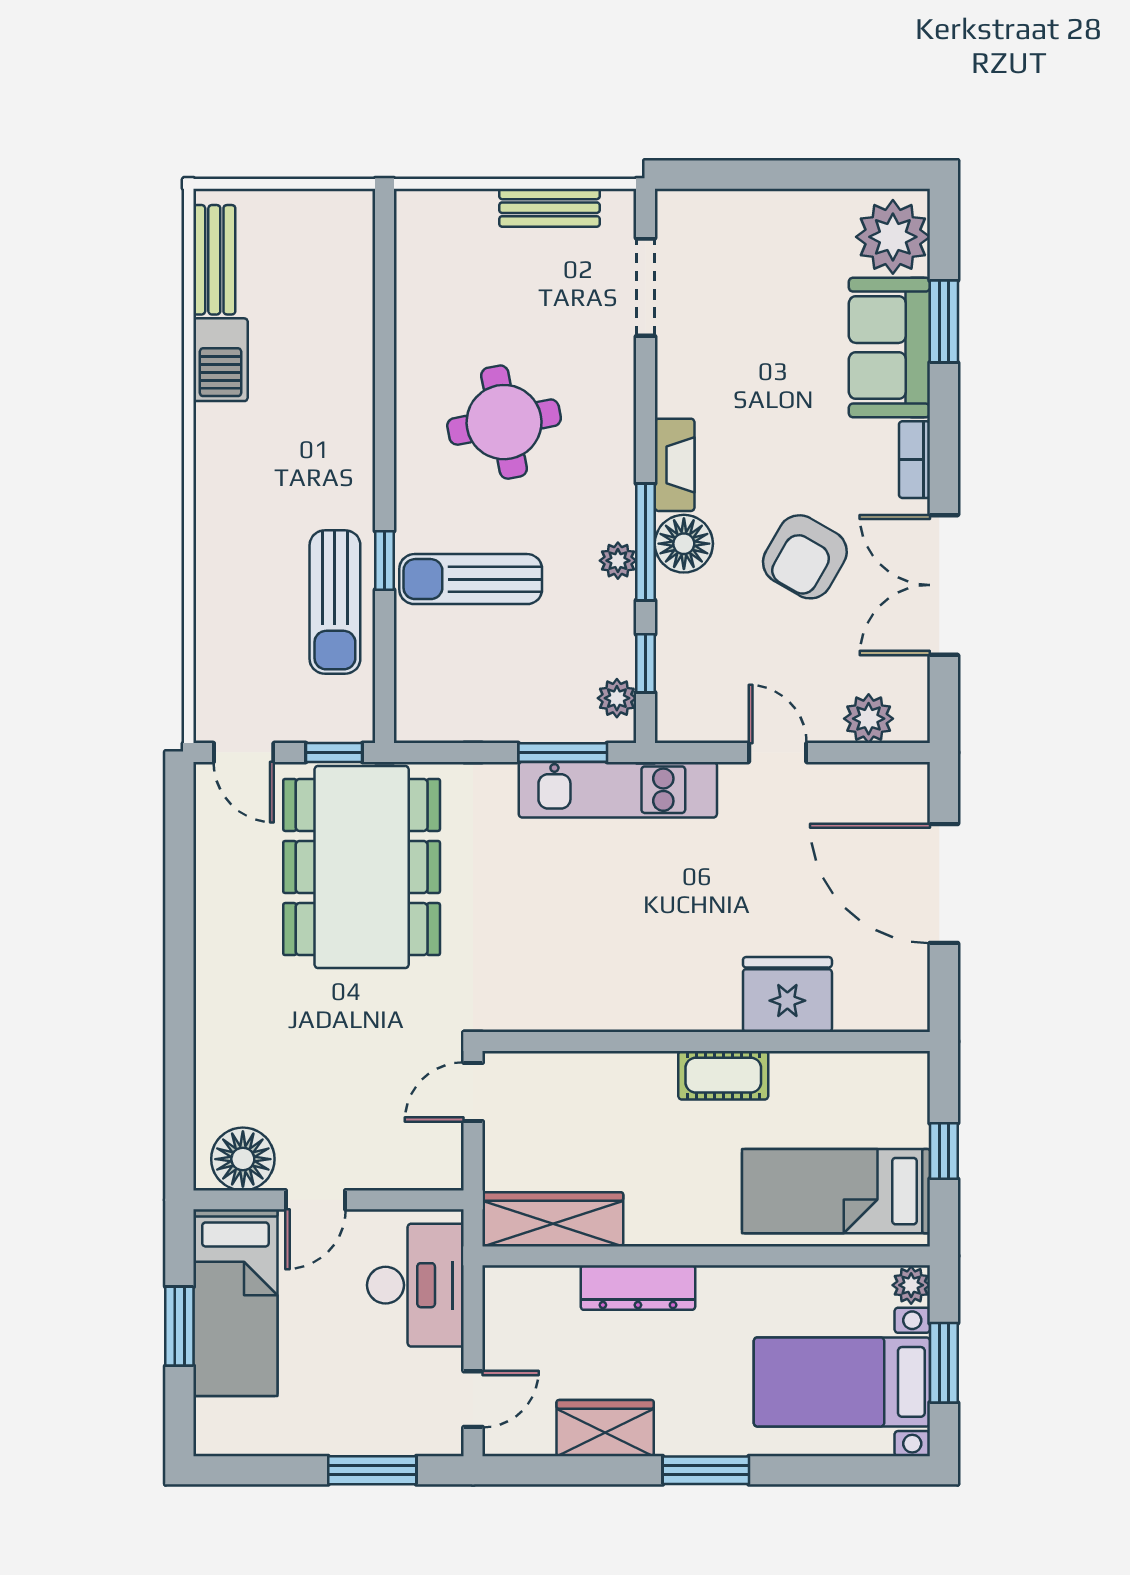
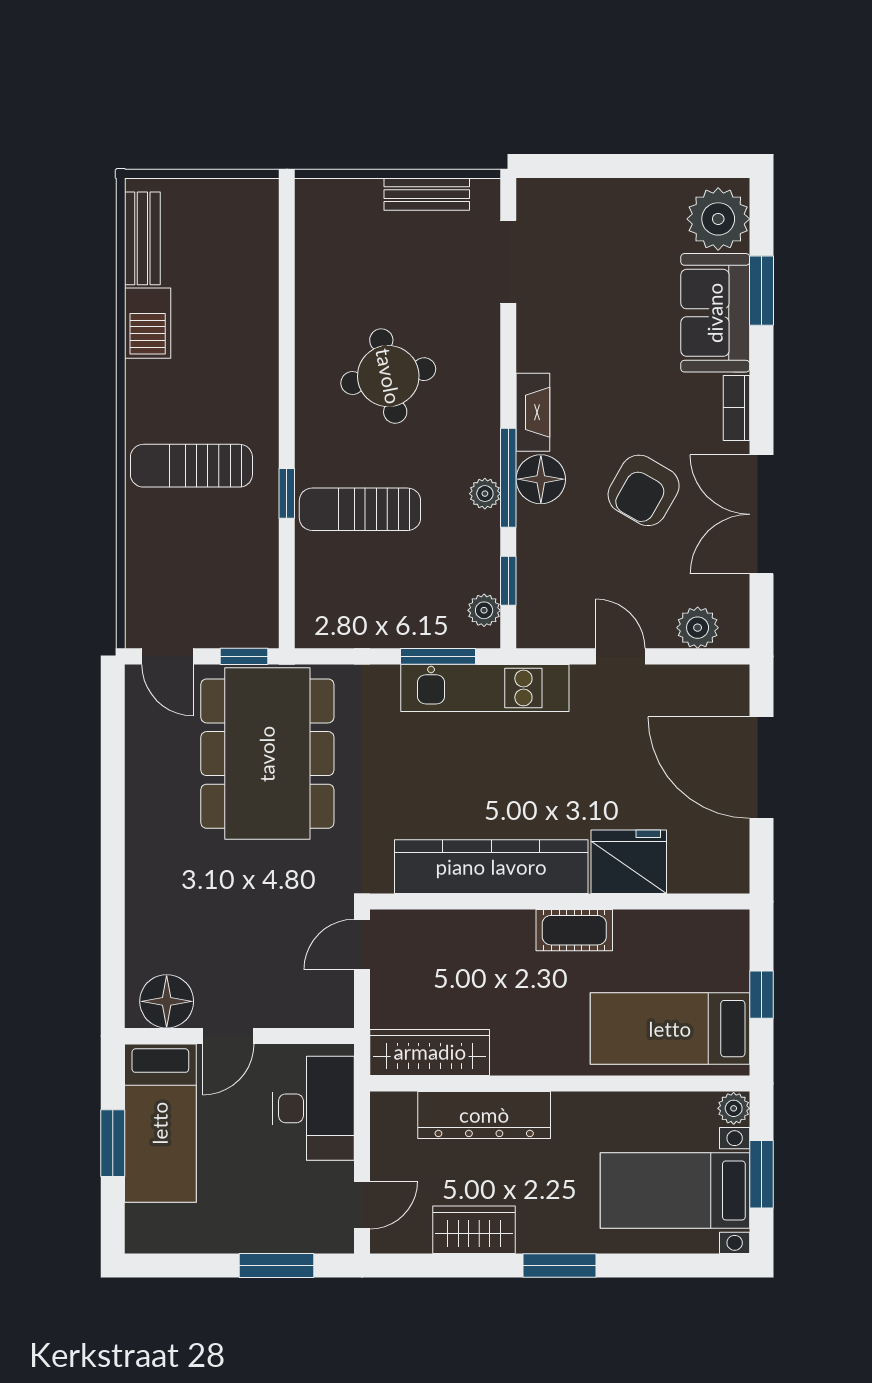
sun lounger: (335, 602) -> (191, 466), moved, turned 90
kitchen counter: (625, 1000) -> (491, 867), added
dresser: (638, 1288) -> (484, 1115), width x1.37, depth x1.24

